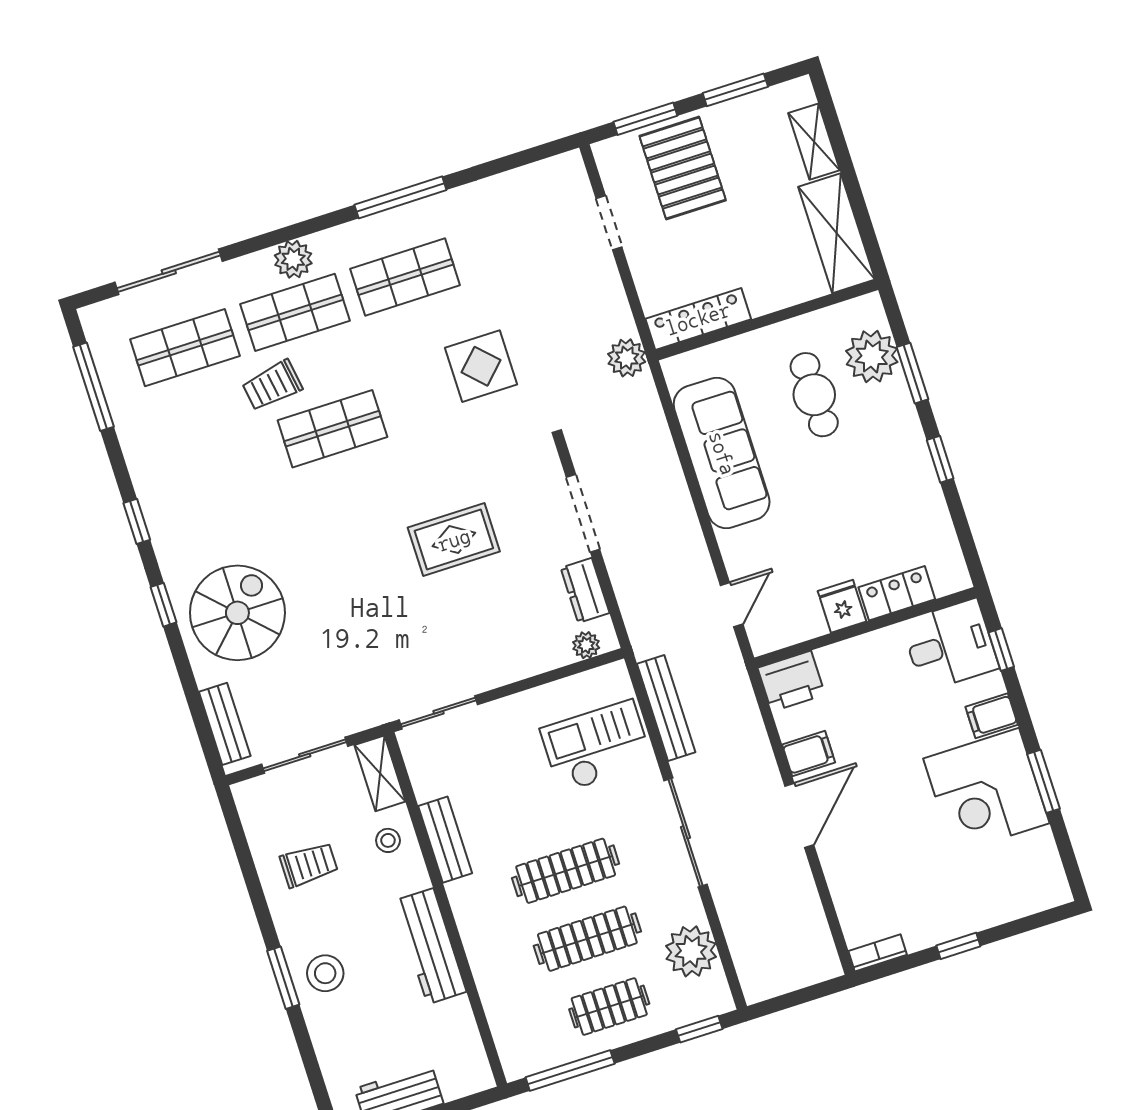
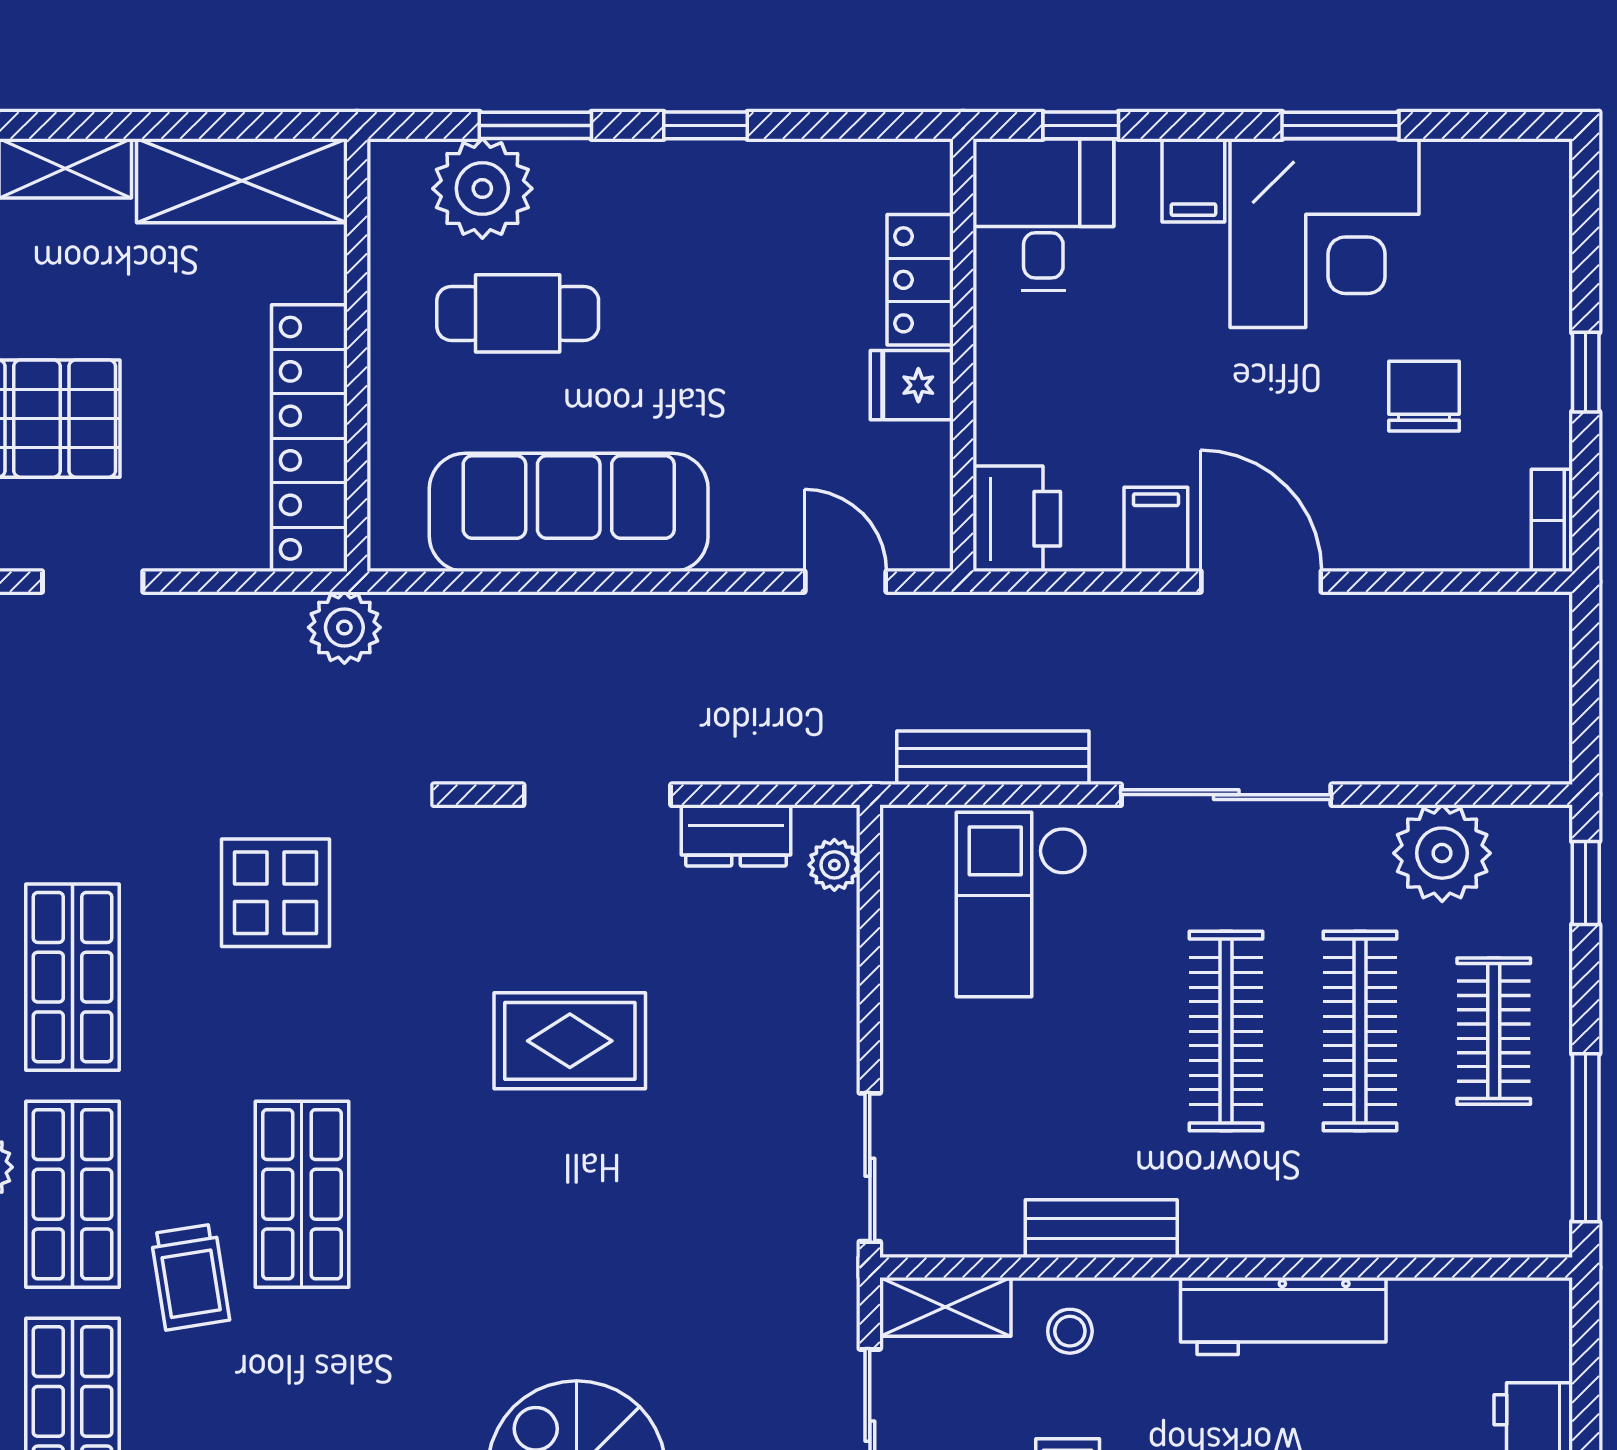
locker: (698, 319) -> (309, 438), width x1.41, depth x1.21
rug: (454, 540) -> (570, 1041), turned 90
chair: (920, 868) -> (1424, 396), added

